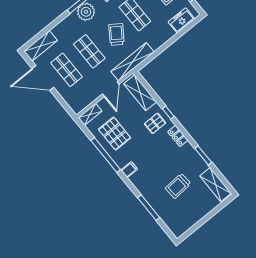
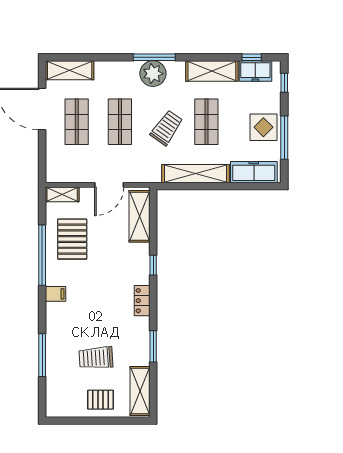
freezer: (181, 20) -> (254, 172), width x1.40
shelving: (132, 62) -> (196, 174), moved
pallet: (155, 123) -> (101, 400), moved

